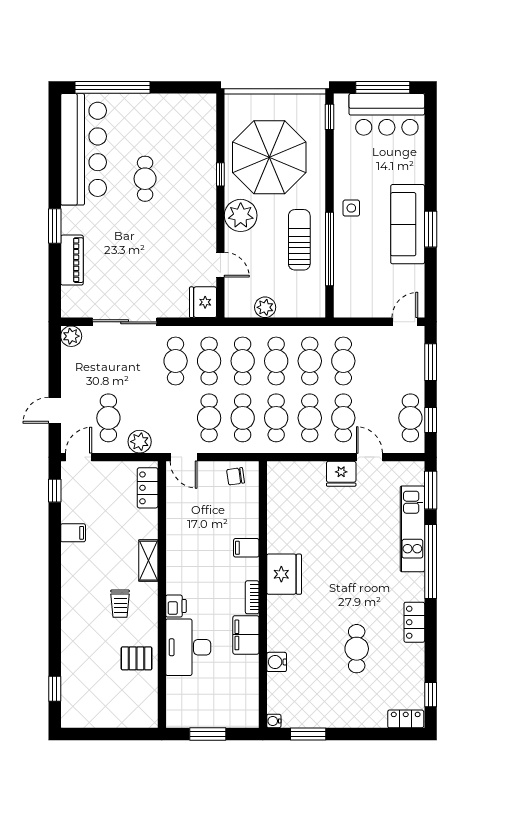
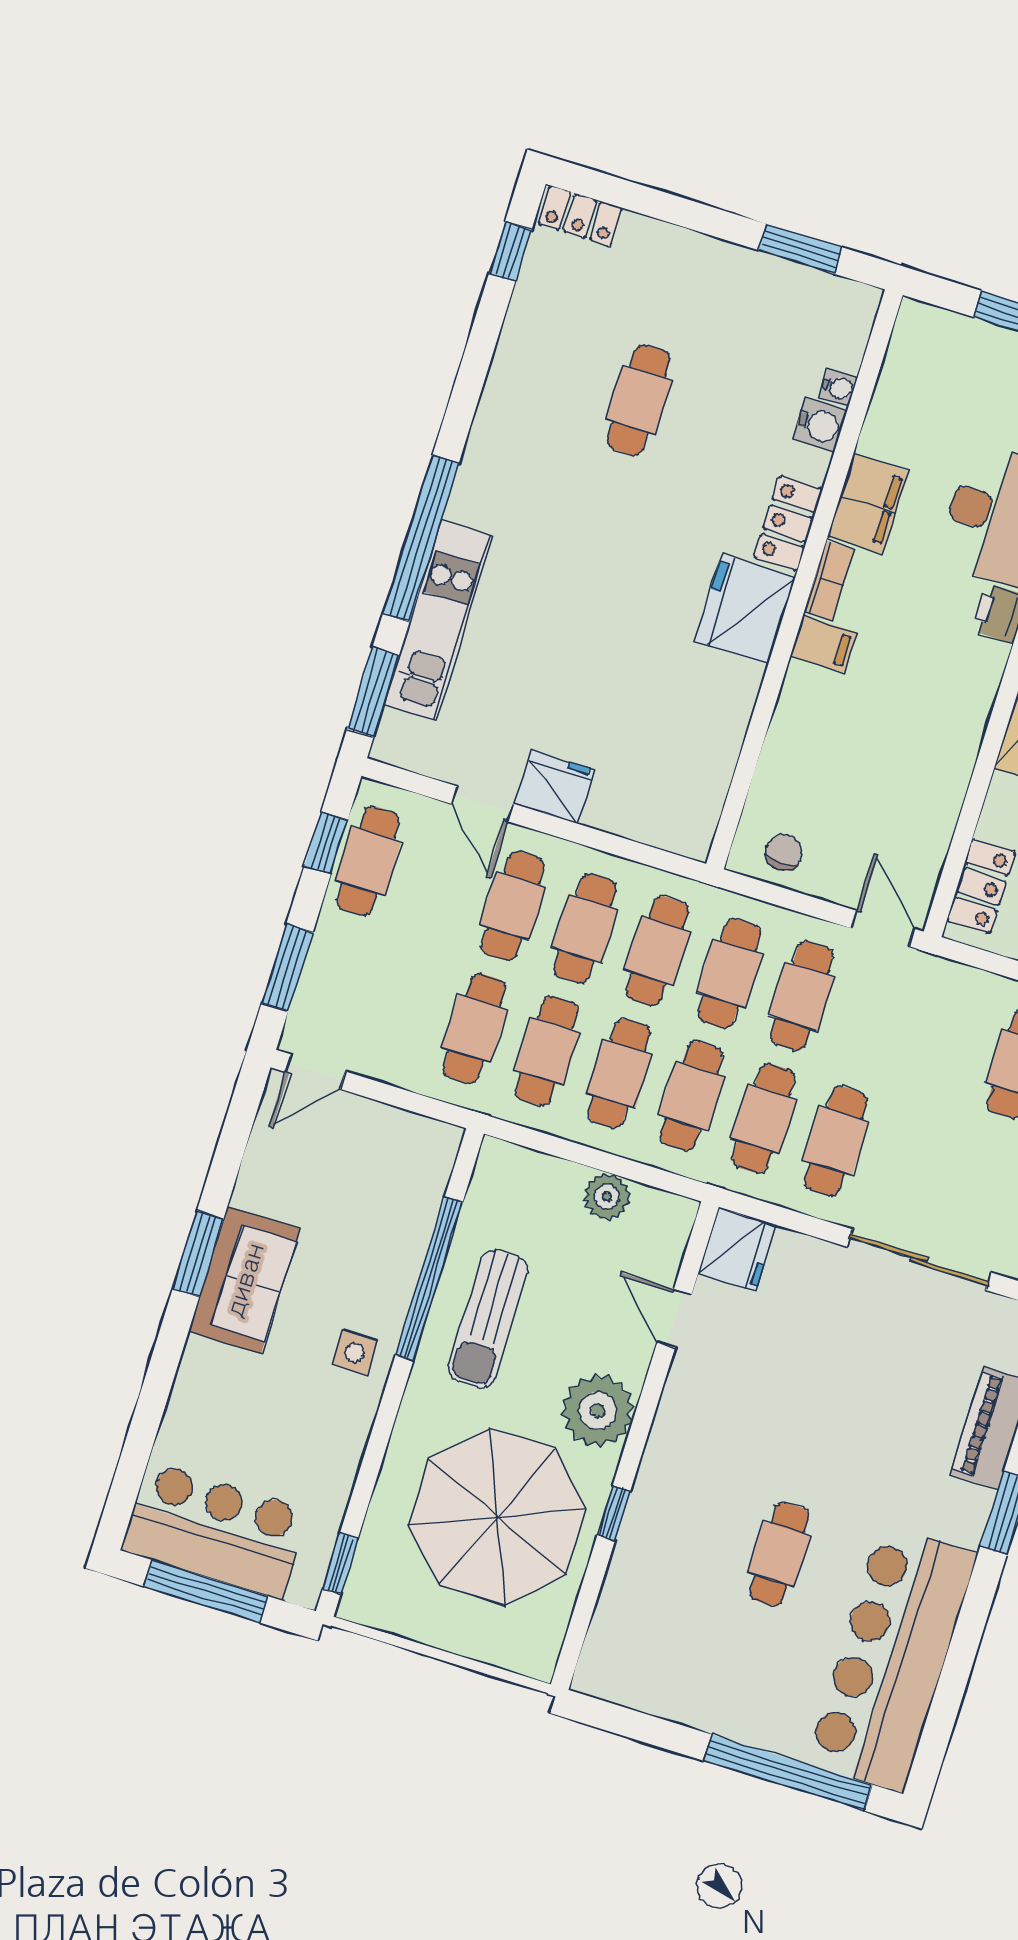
sofa: (408, 224) -> (244, 1280), width x0.73
plant: (140, 442) -> (967, 991), removed
chair: (236, 476) -> (784, 852), turned -82
filing cabinet: (246, 548) -> (823, 644), moved
locker: (414, 622) -> (788, 523), moved, turned 180
water cooler: (274, 721) -> (838, 387), moved

